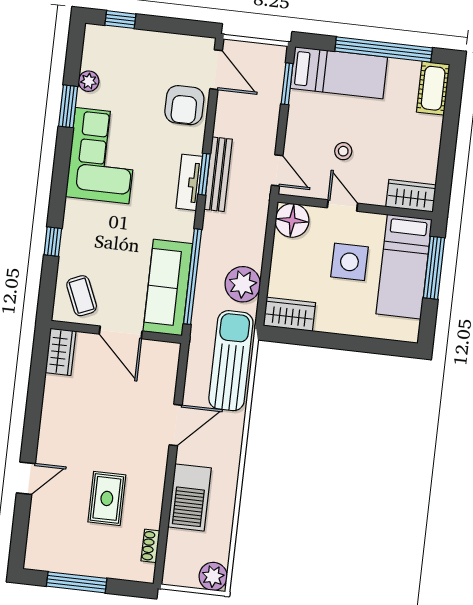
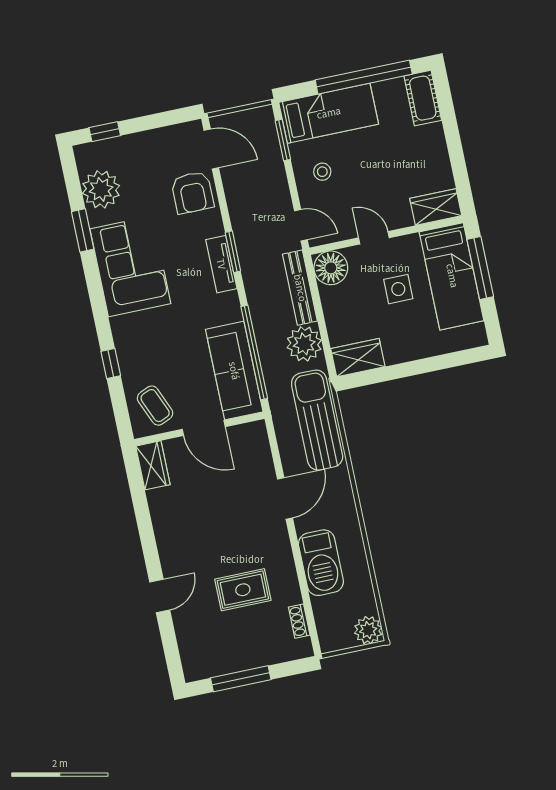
plant: (89, 81) -> (101, 189), width x1.87, depth x1.87
stool: (343, 151) -> (322, 172), moved
bench: (218, 174) -> (300, 288), moved
side table: (349, 262) -> (398, 289), width x0.73, depth x0.73
rug: (107, 498) -> (243, 590), turned 90

